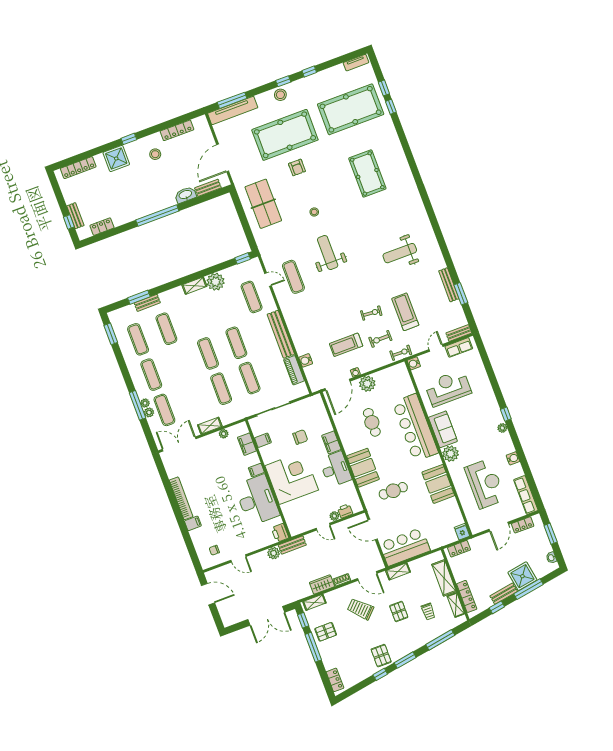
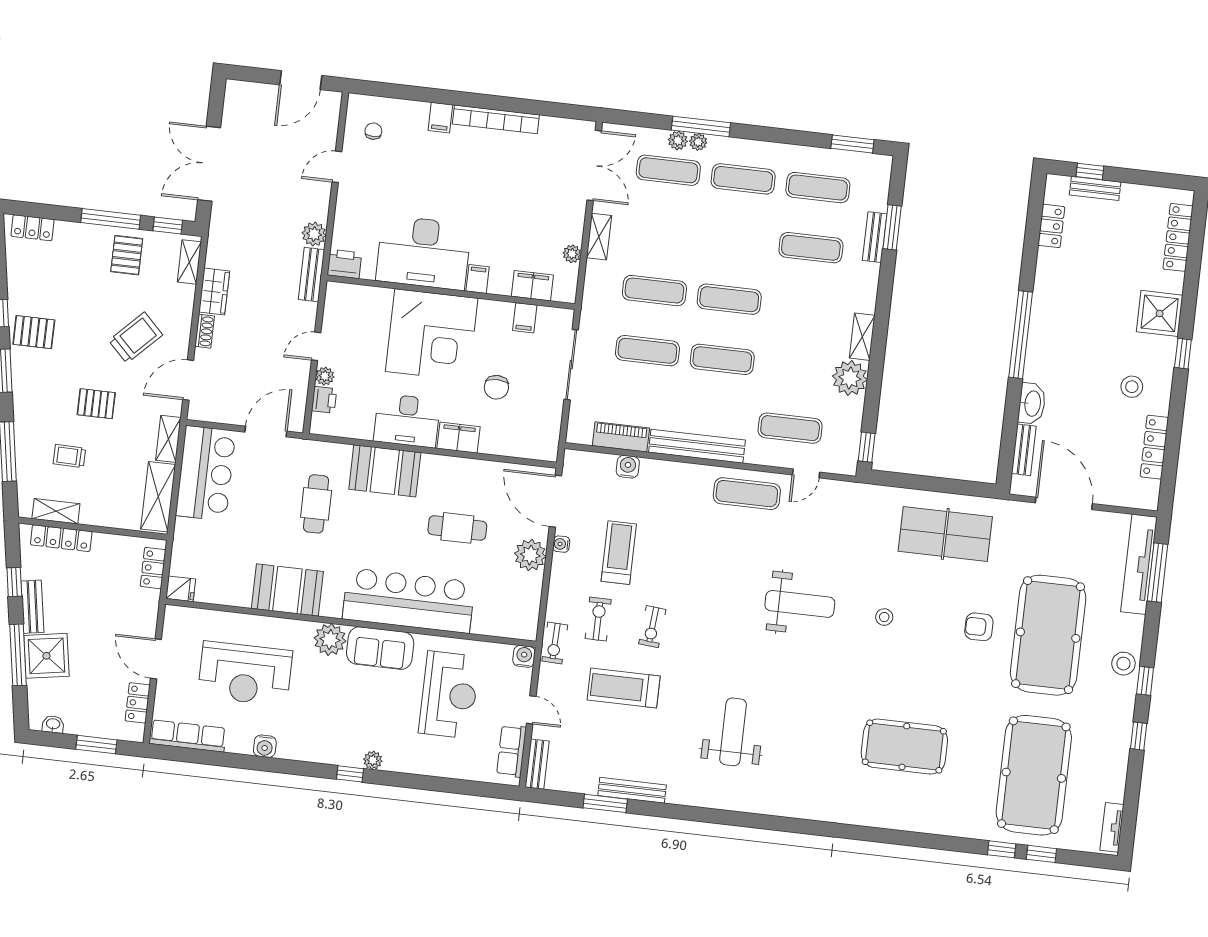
exercise mat: (293, 277) -> (747, 494), moved
treadmill: (405, 312) -> (624, 688), turned 180
plant: (502, 428) -> (373, 760), moved
shelving: (444, 578) -> (158, 497), moved, turned 90

